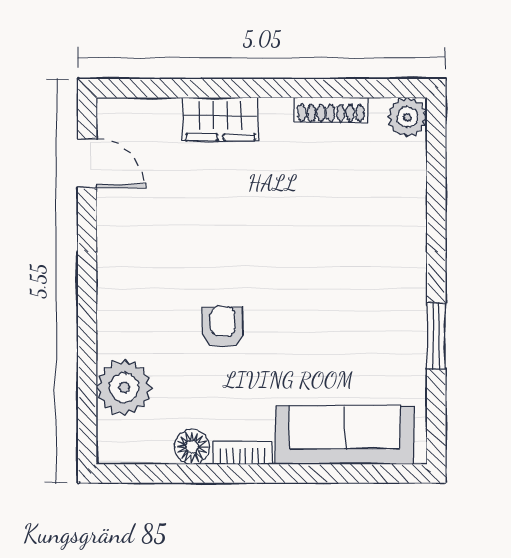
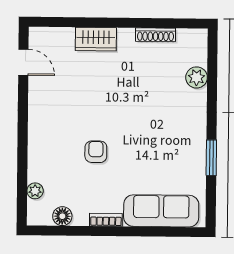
plant: (407, 117) -> (197, 77), moved
plant: (124, 388) -> (35, 191), width x0.53, depth x0.53
floor lamp: (192, 447) -> (62, 216), moved

